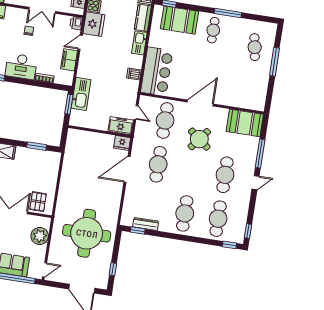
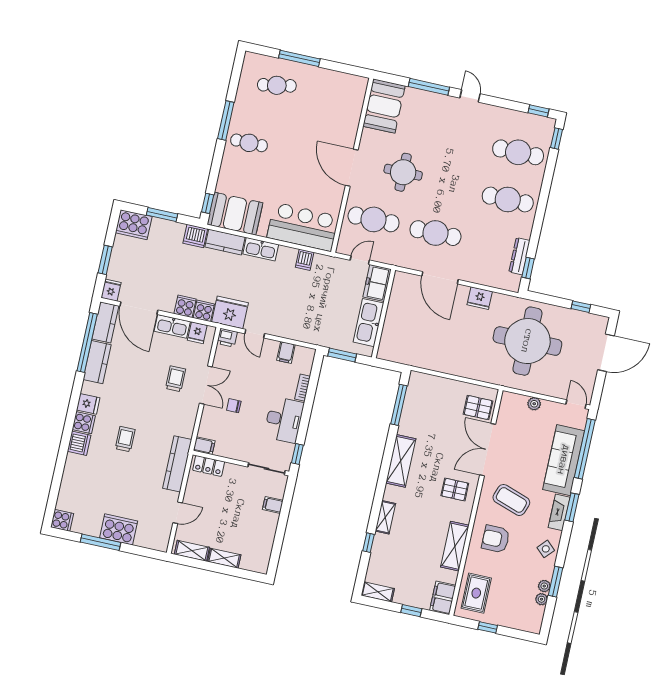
booth: (179, 20) -> (235, 214), moved, turned 90
filing cabinet: (69, 60) -> (286, 352), width x0.50
kitchen sink: (81, 94) -> (368, 323), moved, turned -90
round table: (199, 139) -> (403, 172), turned -38
fridge: (122, 143) -> (480, 298), moved, turned 90
window: (37, 146) -> (399, 405), width x1.44
cafe table: (225, 175) -> (456, 139), removed
plant: (40, 236) -> (534, 404), width x0.53, depth x0.53

